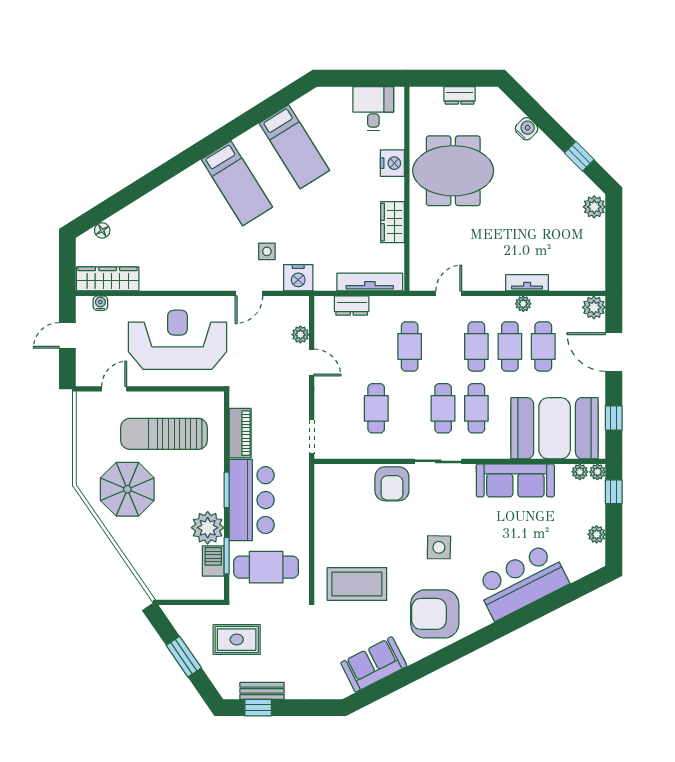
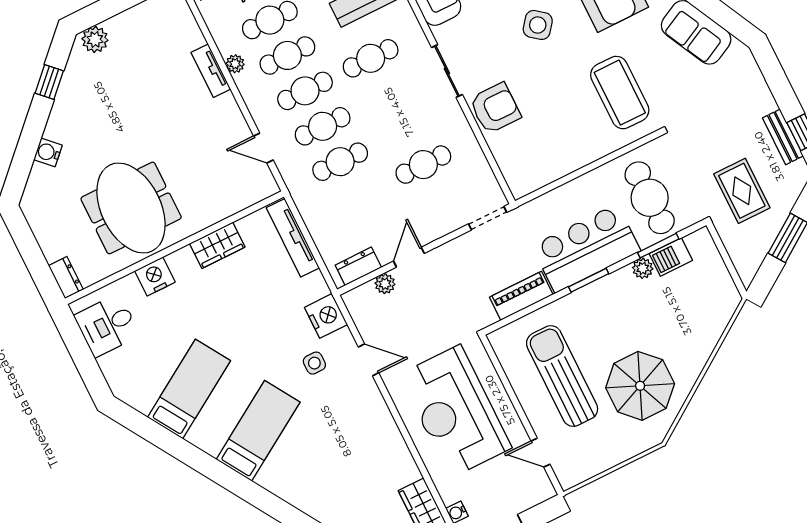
dresser: (460, 95) -> (66, 278), moved
dresser: (352, 306) -> (358, 266), moved, turned -90
cafe table: (443, 408) -> (323, 126), moved
sun lounger: (164, 434) -> (562, 376), turned 180
plant: (208, 528) -> (643, 268), width x0.53, depth x0.53
side table: (439, 547) -> (538, 25), turned 37

